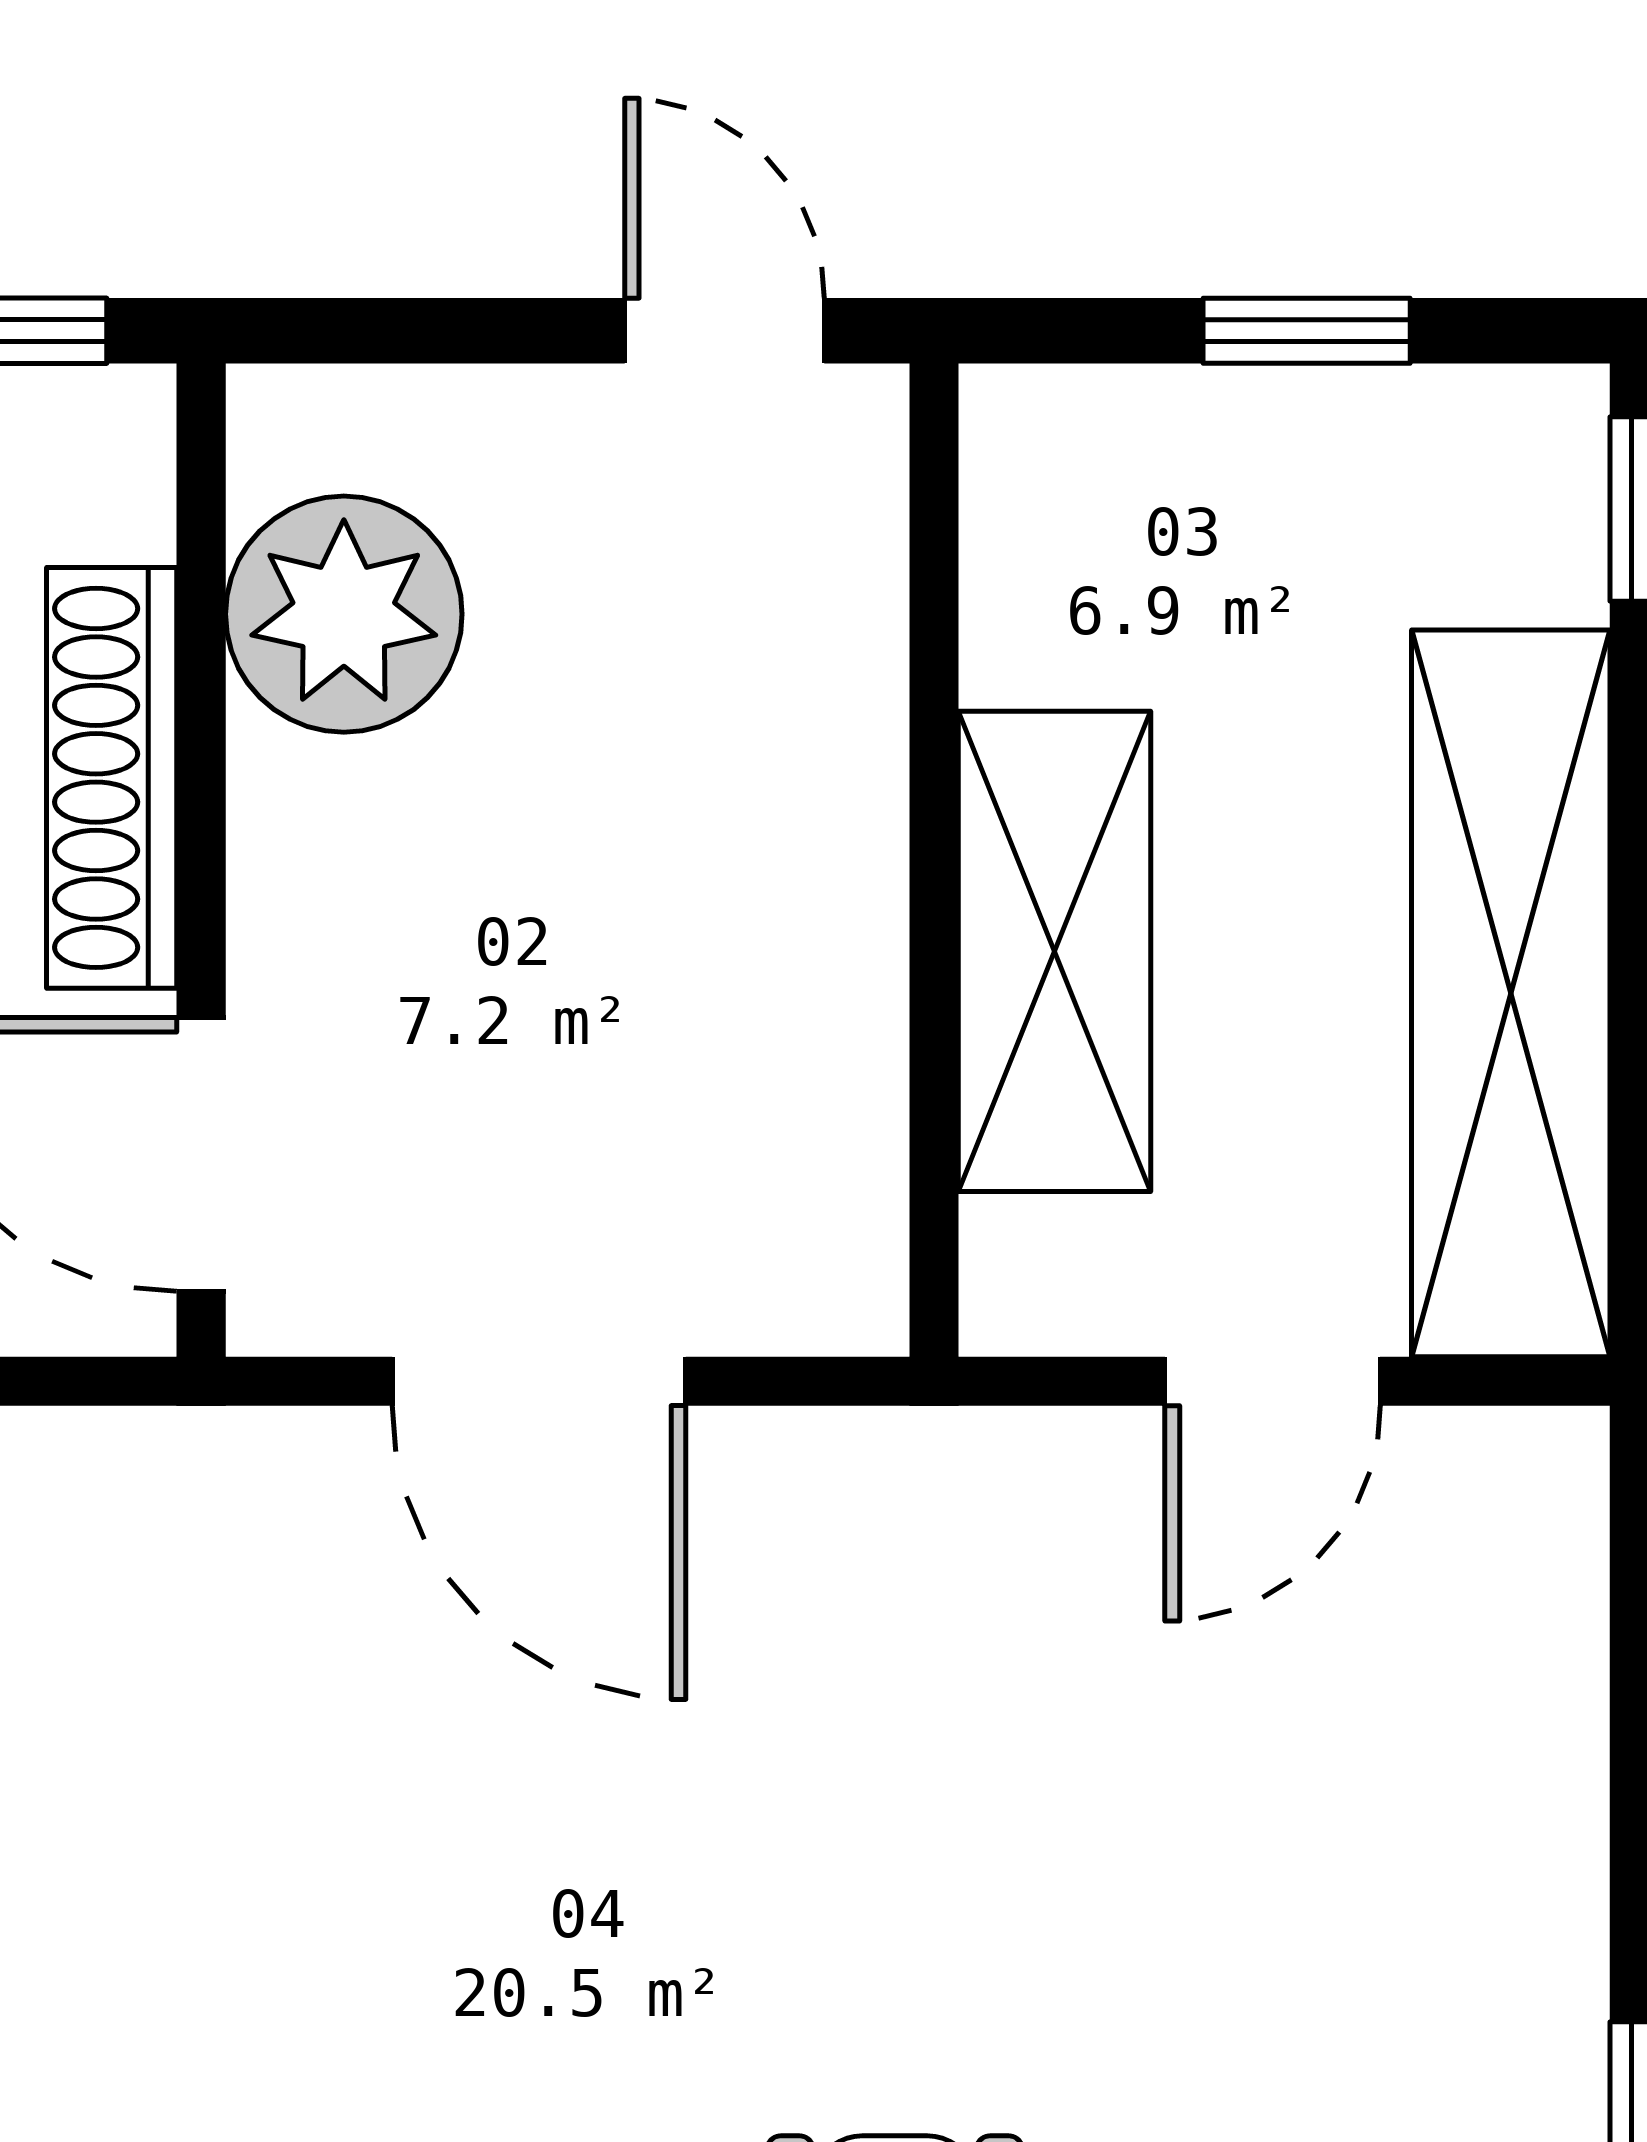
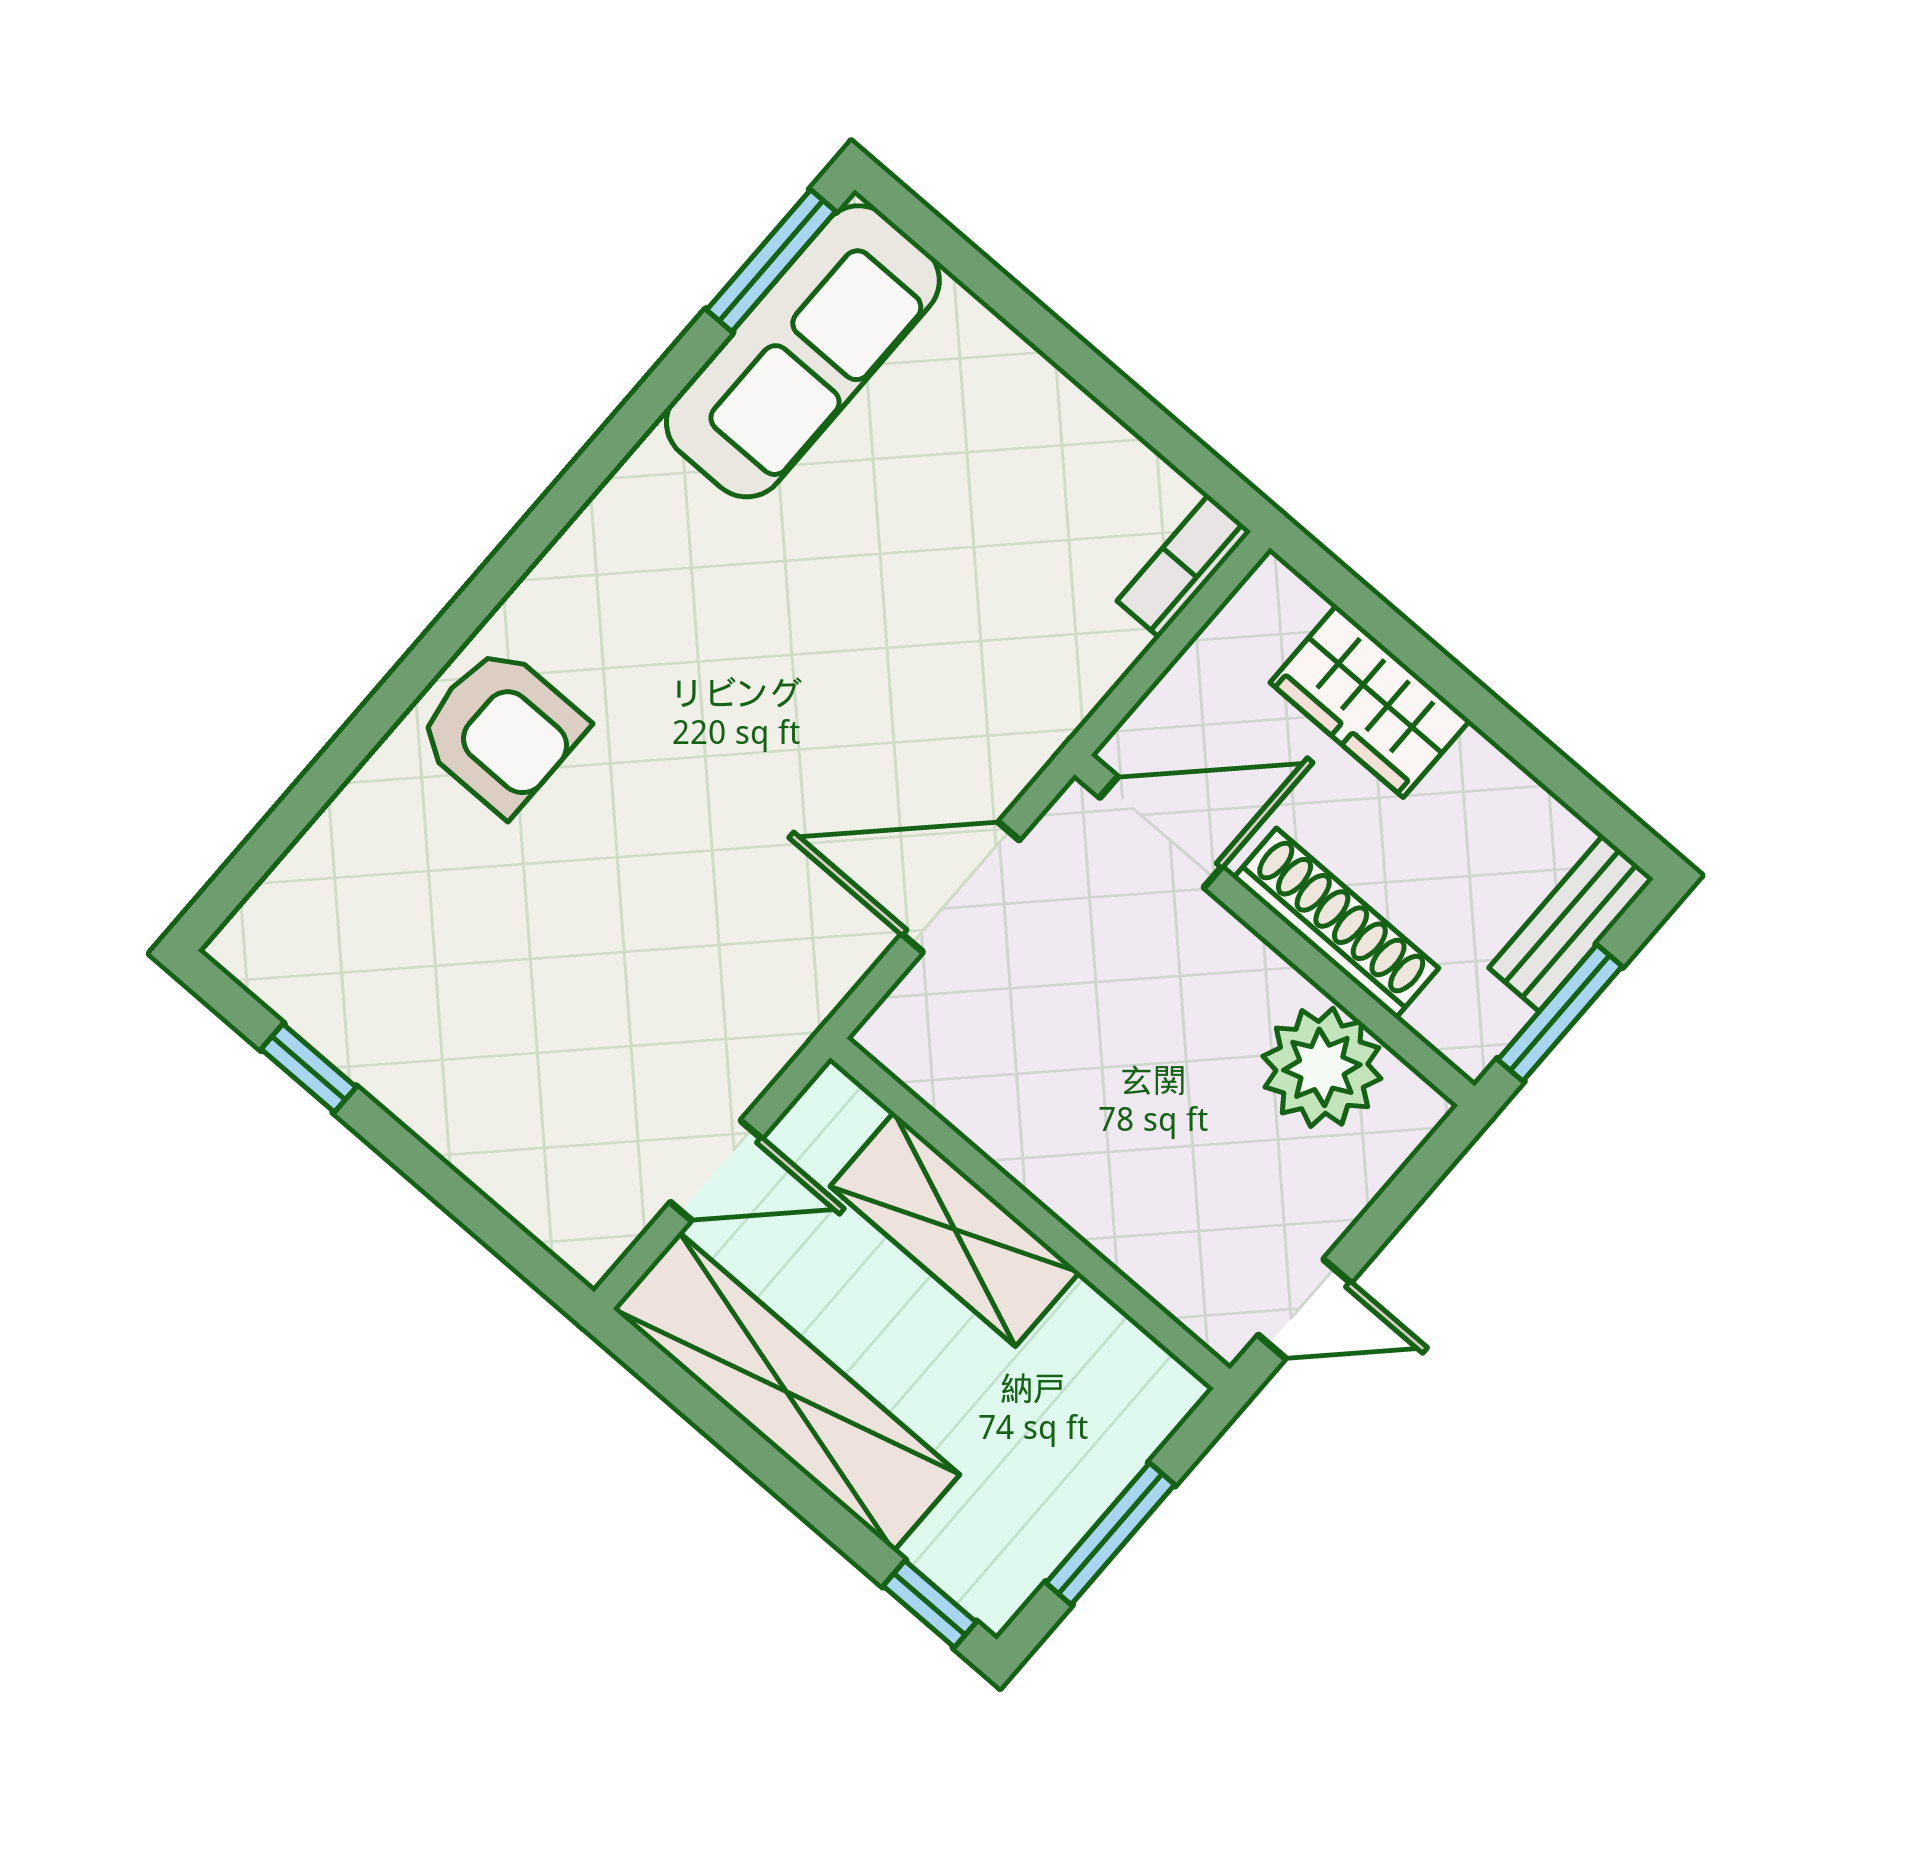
window: (1307, 331) -> (1110, 1534), width x1.50
door: (1273, 1381) -> (716, 1170), swing flipped

